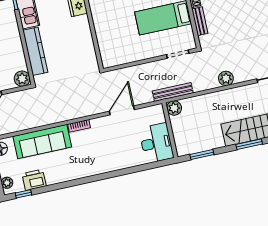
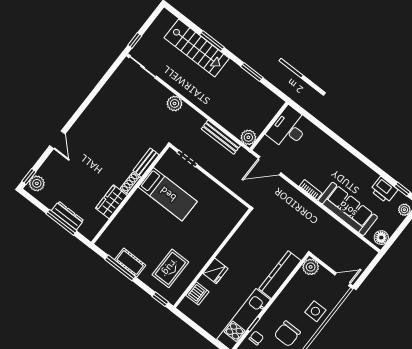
plant: (174, 108) -> (248, 137), moved
wall: (170, 130) -> (269, 126), moved
desk: (156, 143) -> (288, 128), moved

